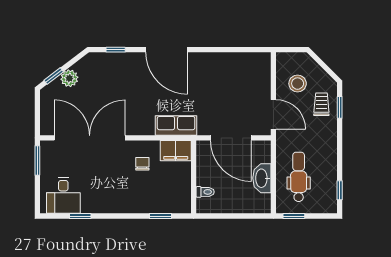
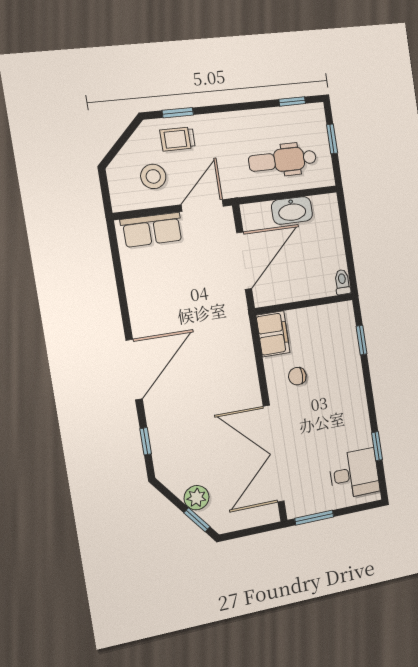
row of seats: (176, 125) -> (152, 230), moved, turned -90
toilet: (205, 192) -> (342, 282), moved
window: (294, 216) -> (332, 139), moved

